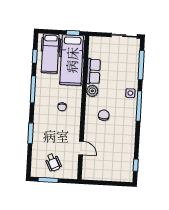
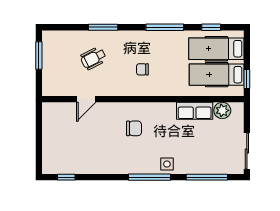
hospital bed: (72, 60) -> (217, 75), width x0.73, depth x0.78
plant: (92, 91) -> (222, 110), moved
wheelchair: (53, 162) -> (93, 58), moved

